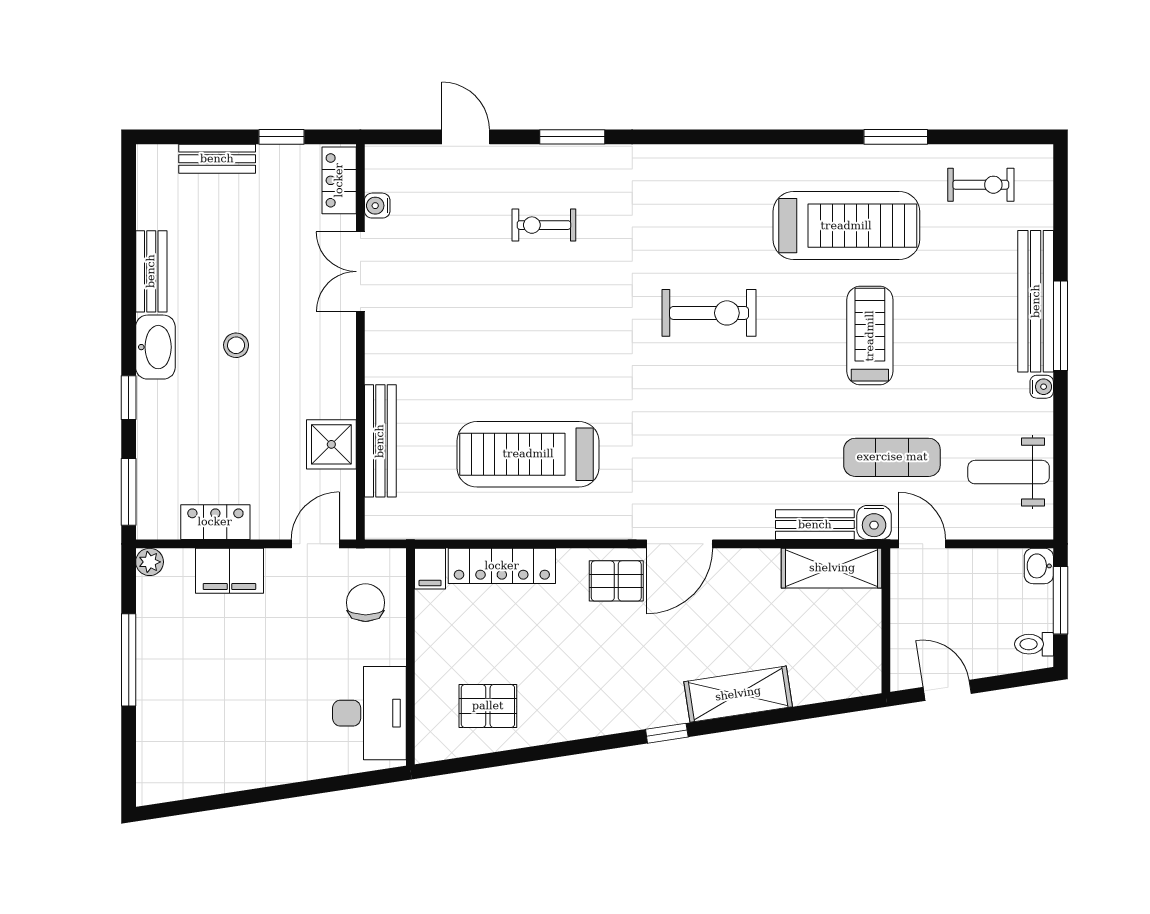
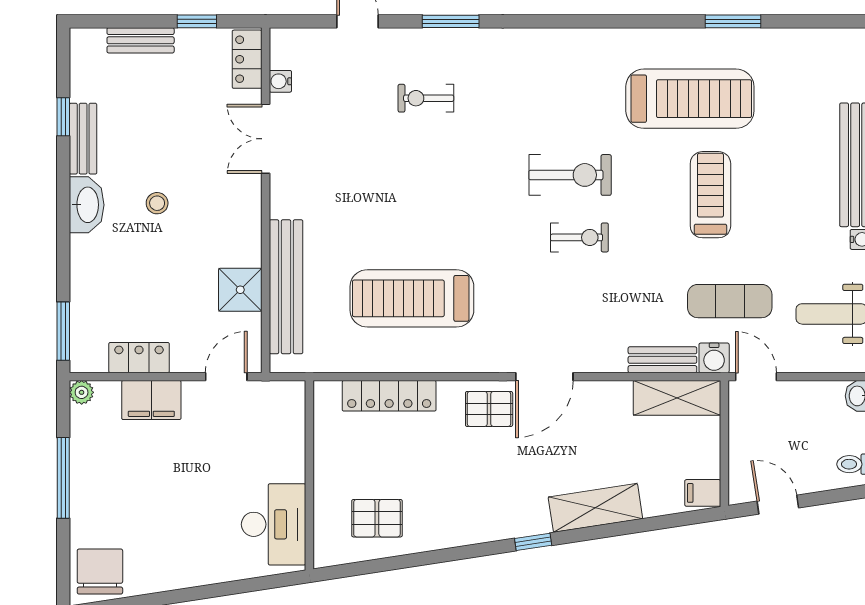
exercise bike: (981, 185) -> (579, 237), moved
window: (129, 398) -> (63, 117), moved
bench: (380, 441) -> (286, 287), width x1.37, depth x1.21
filing cabinet: (430, 569) -> (703, 493), moved, turned 90
chair: (366, 603) -> (100, 572), moved, width x1.37, depth x1.37

